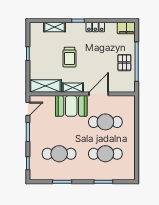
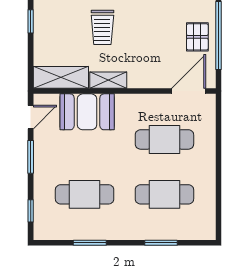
door: (99, 94) -> (189, 91), moved
booth: (71, 106) -> (87, 112), moved

